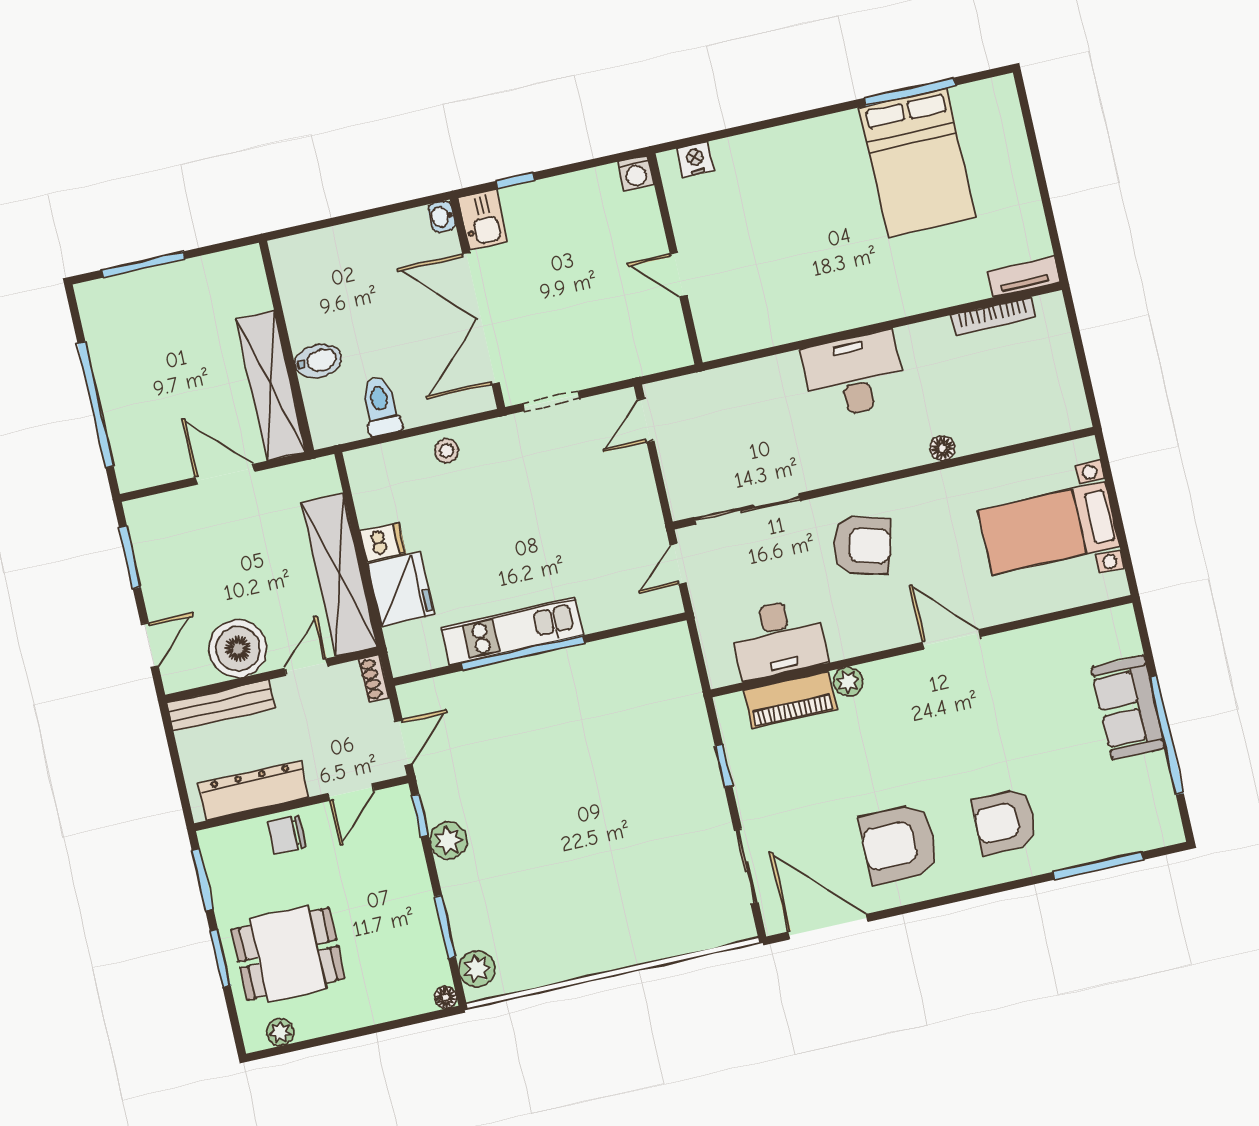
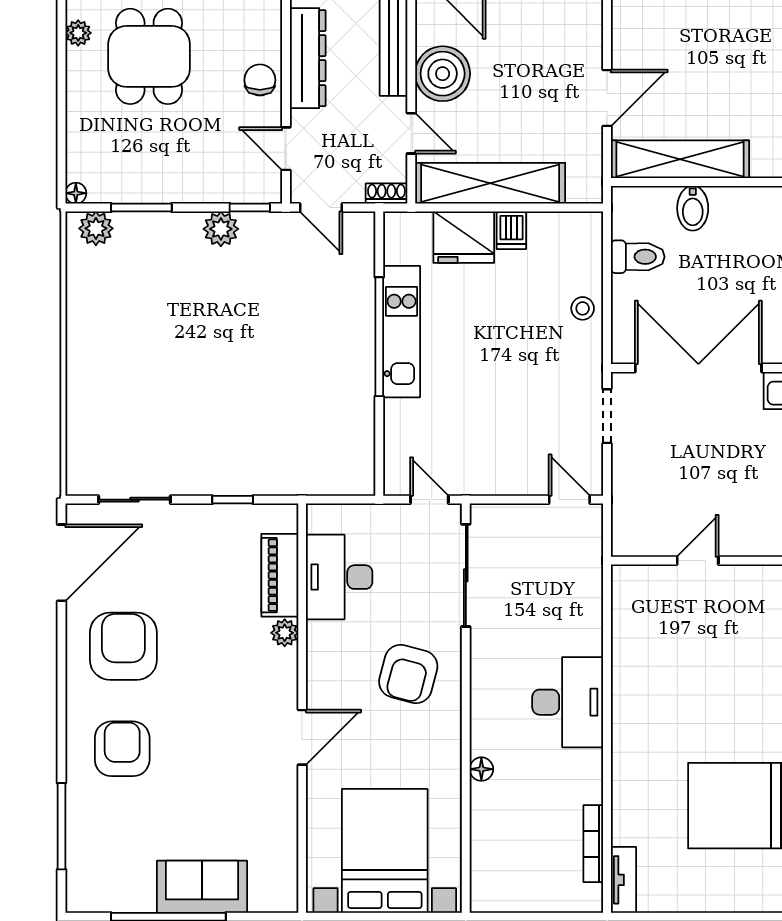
bed with nightstands: (1049, 528) -> (385, 851), width x1.36

